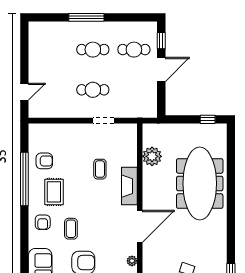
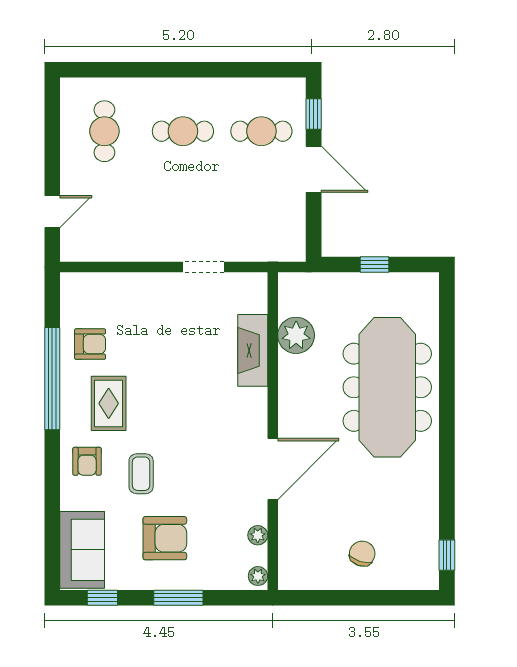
window: (86, 17) -> (171, 70), removed
door: (161, 69) -> (314, 169), hinge flipped
cafe table: (93, 90) -> (104, 131), moved, turned 90
window: (208, 119) -> (374, 265), moved
coffee table: (100, 169) -> (196, 360), removed
fireplace: (129, 186) -> (253, 350), moved

